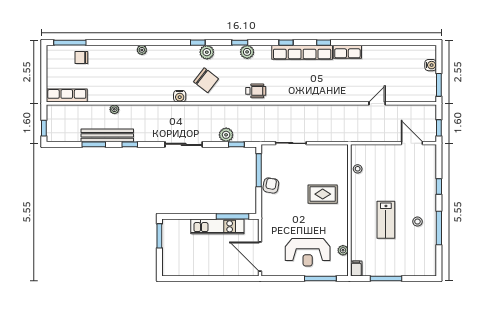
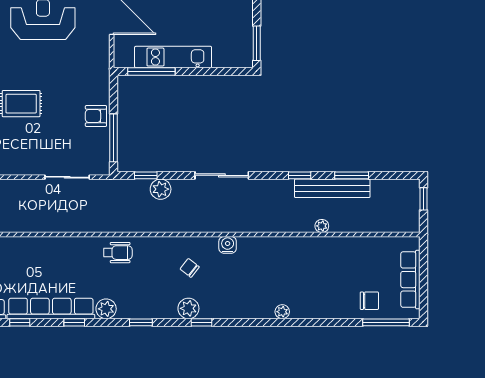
plant: (247, 52) -> (106, 309), moved
chair: (206, 80) -> (190, 268), width x0.54, depth x0.54
wheelchair: (256, 91) -> (118, 253), turned 180
row of seats: (67, 96) -> (410, 280), moved, turned 90
armchair: (271, 185) -> (96, 116), turned 80

